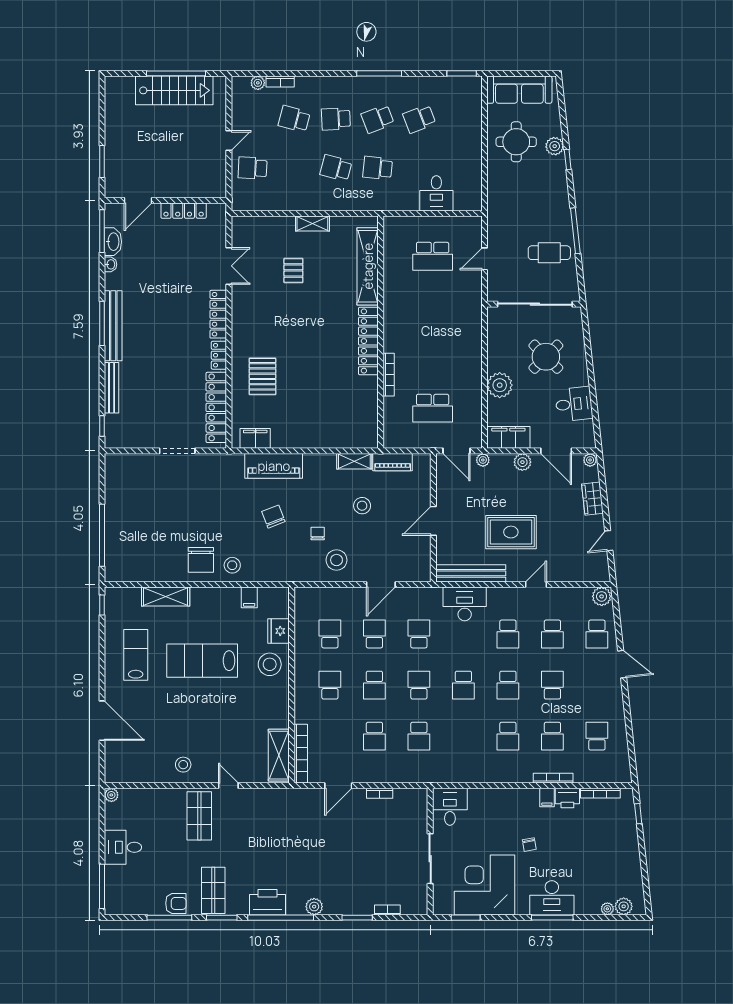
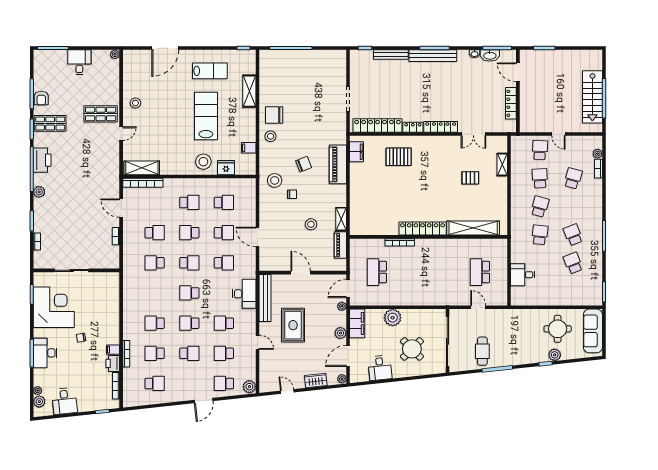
school desk: (336, 119) -> (540, 178), moved
shelving: (312, 224) -> (502, 164), moved
stool: (337, 560) -> (275, 180), moved
school desk: (374, 736) -> (155, 233), turned 180
desk: (450, 807) -> (65, 401), moved, turned 84

